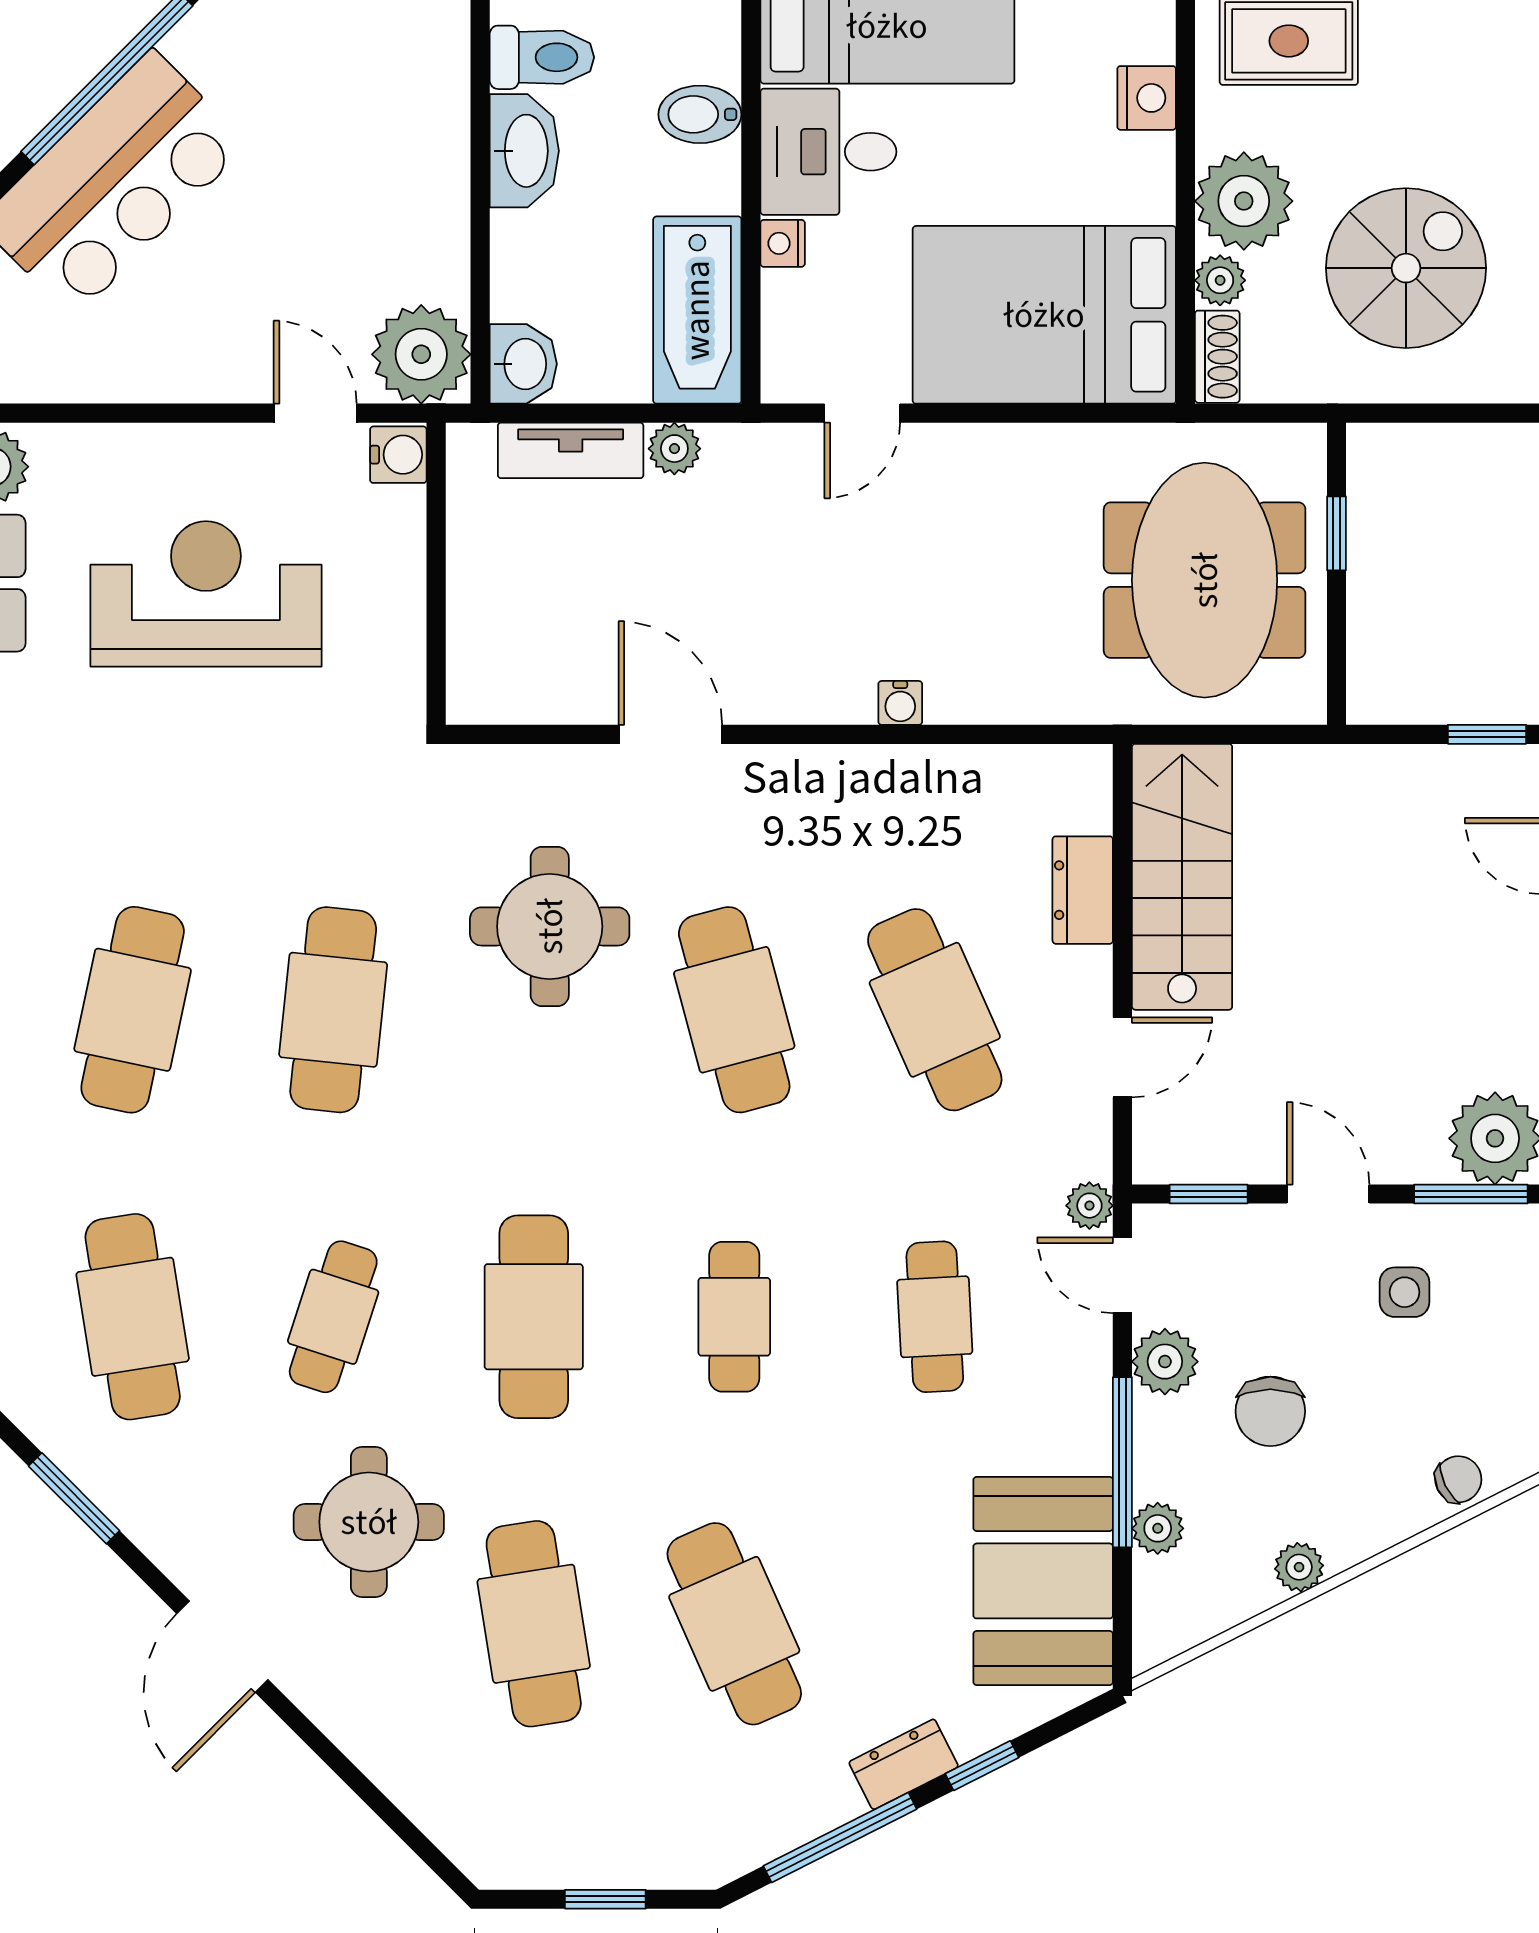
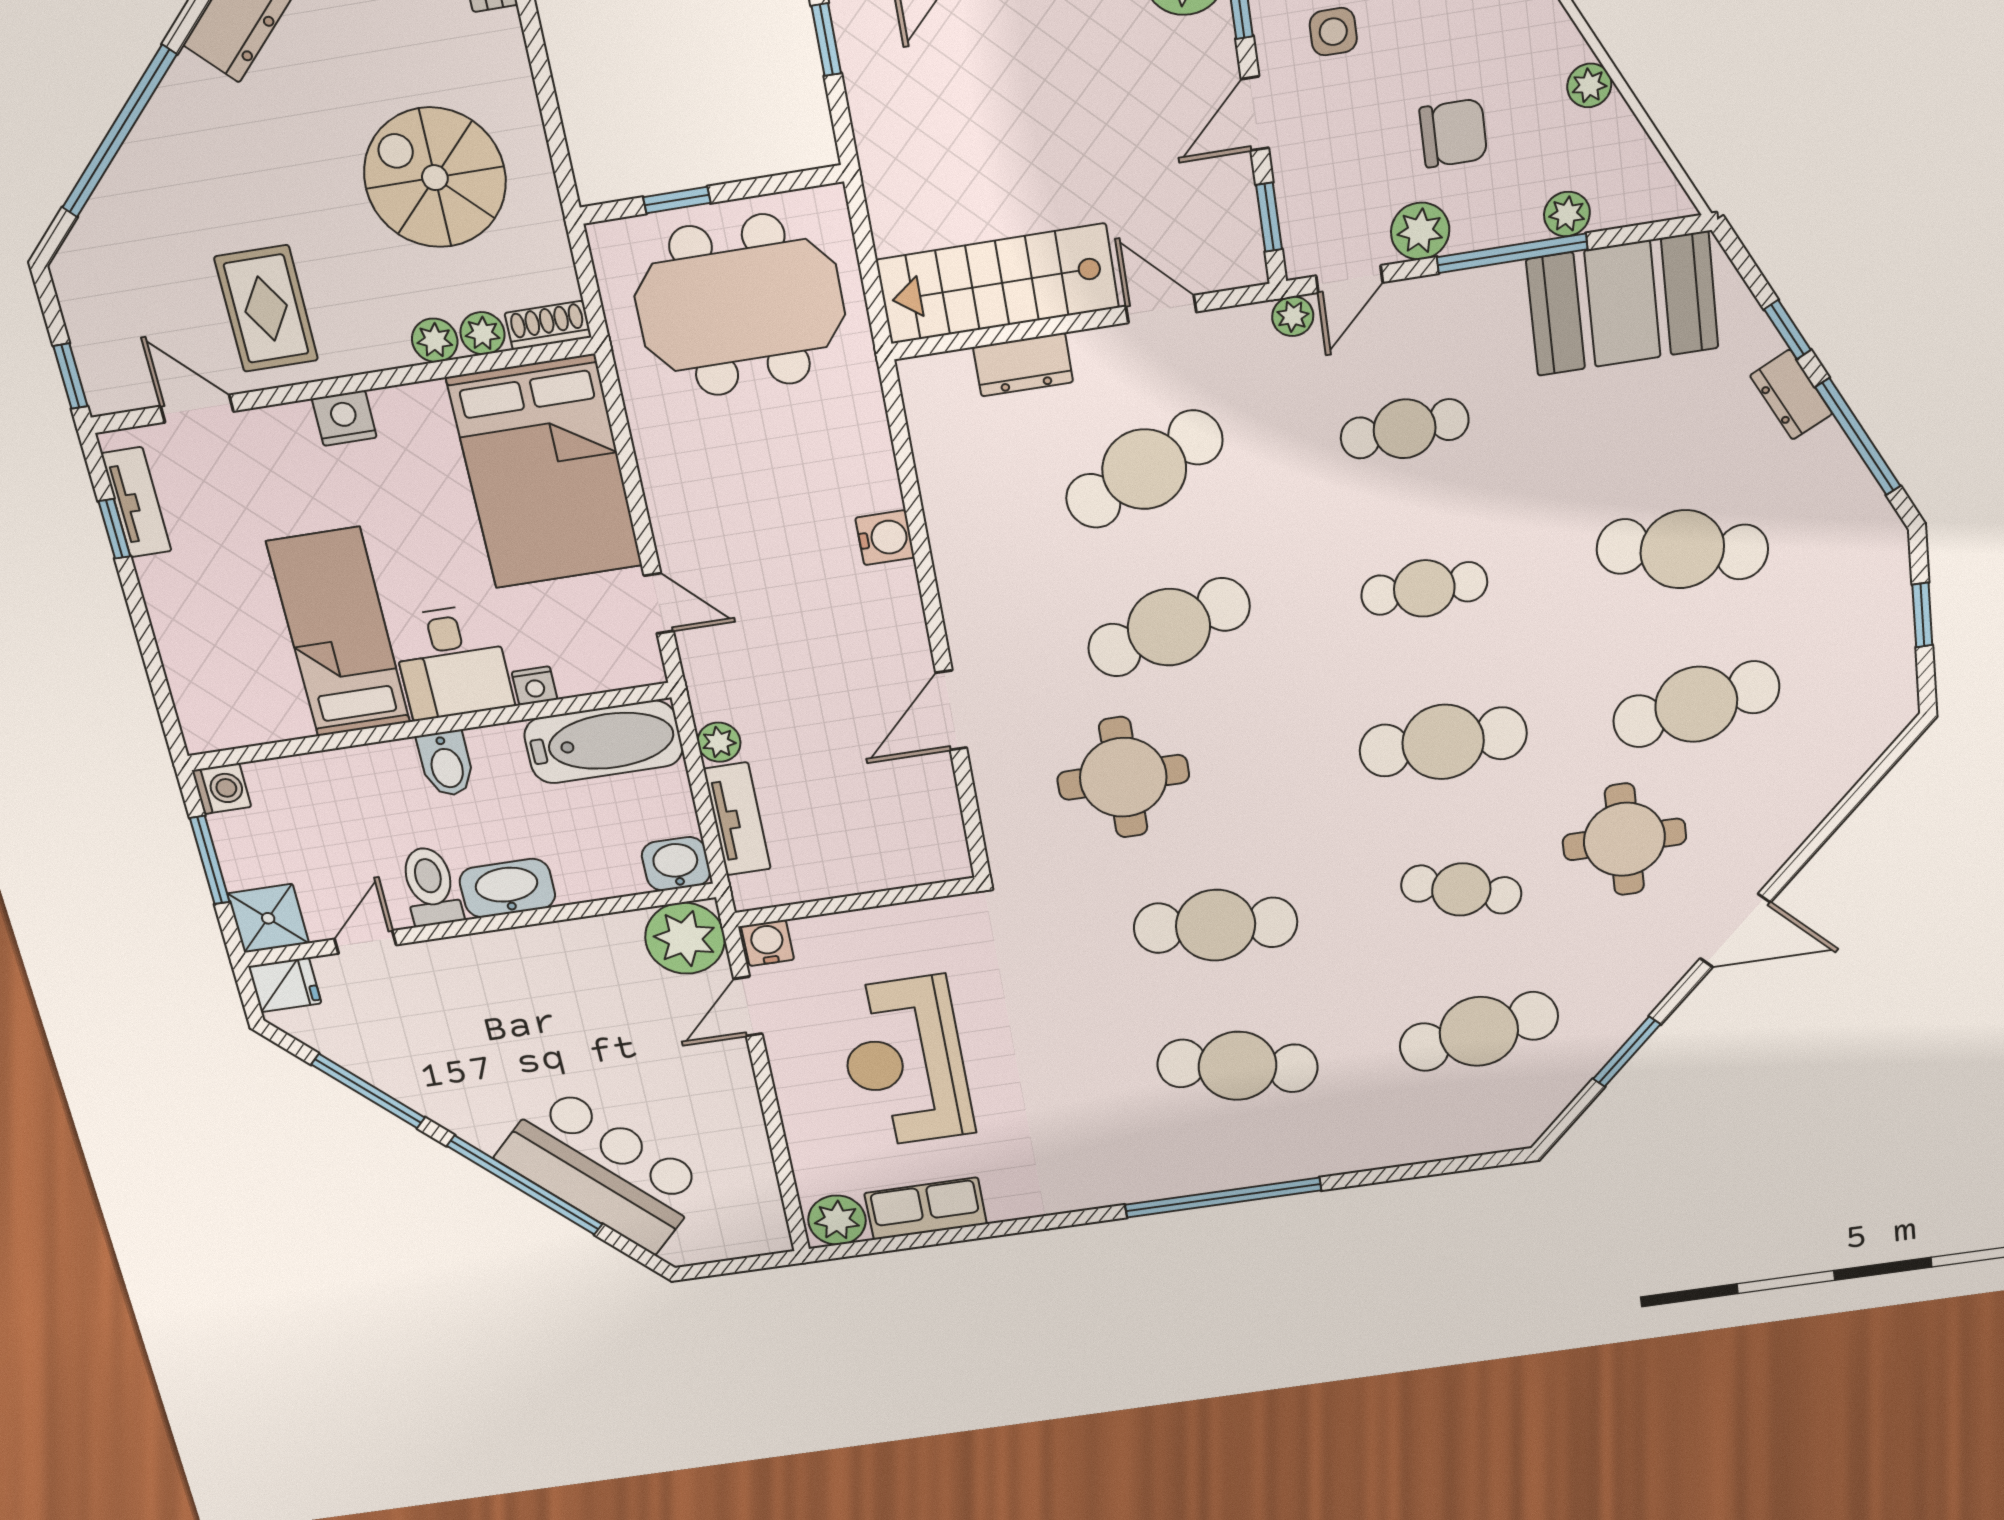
plant: (1244, 201) -> (435, 340), width x0.53, depth x0.53
water cooler: (900, 703) -> (885, 538), width x1.38, depth x1.38
cafe table: (734, 1624) -> (1682, 549), turned 36

